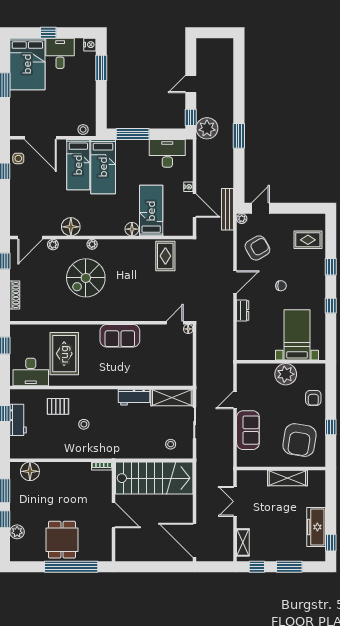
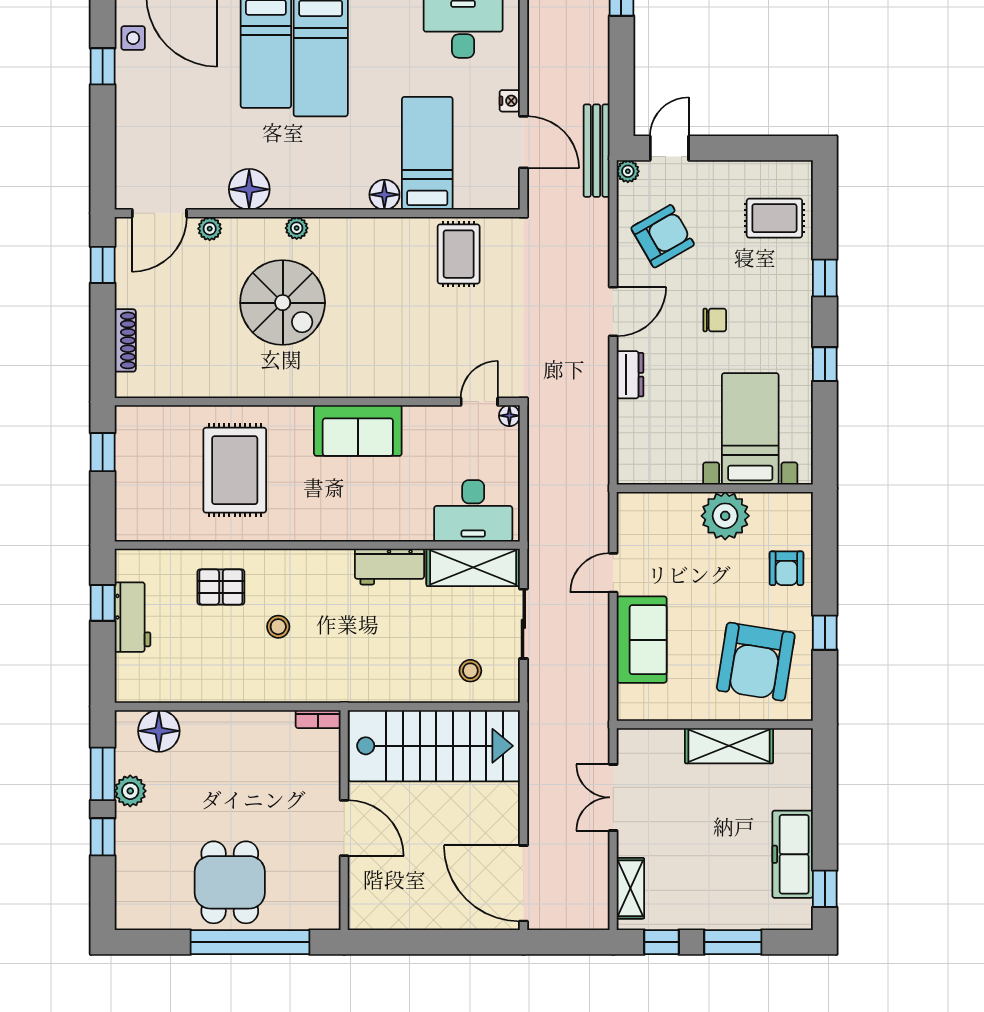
spiral stairs: (86, 278) -> (283, 303), turned -90
desk: (31, 372) -> (473, 511), moved
plant: (17, 532) -> (130, 791), moved

